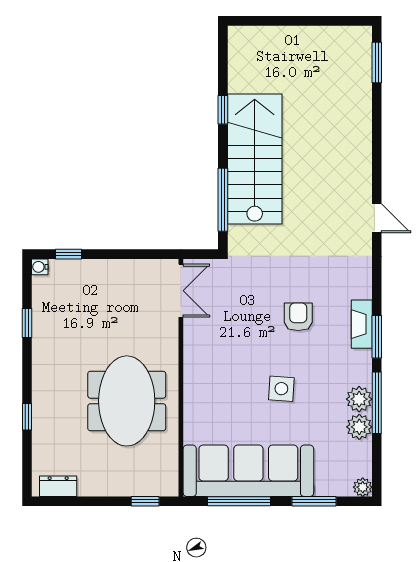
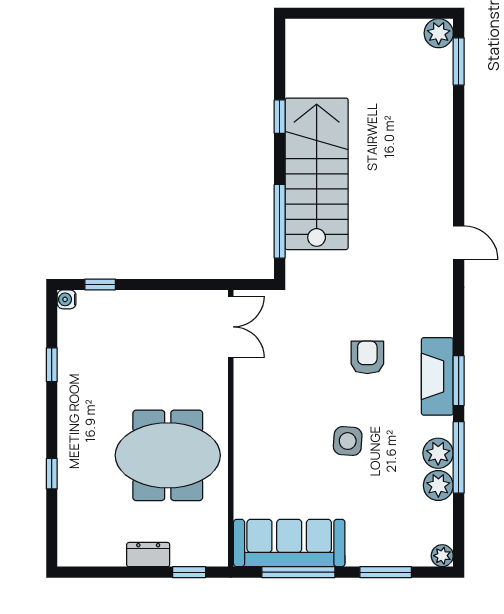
plant: (360, 38) -> (439, 33), added
fireplace: (362, 324) -> (437, 376), width x1.37, depth x1.32
meeting table: (127, 401) -> (168, 455), turned 90
sofa: (248, 471) -> (289, 543), width x0.74, depth x0.79
dresser: (58, 486) -> (148, 555), moved

